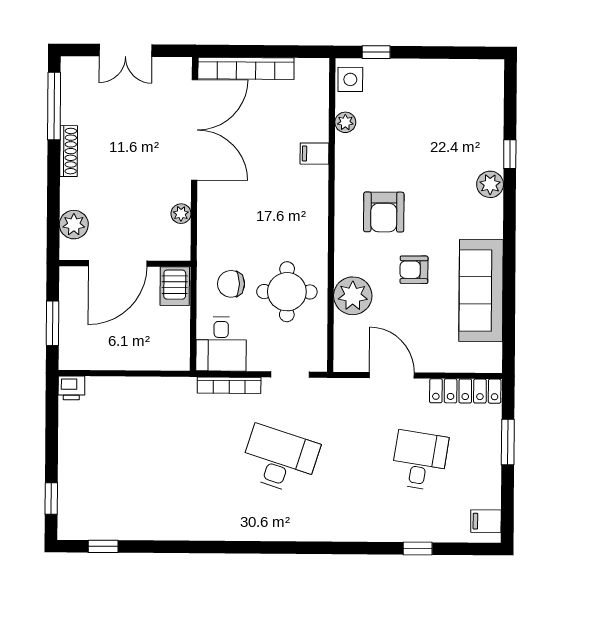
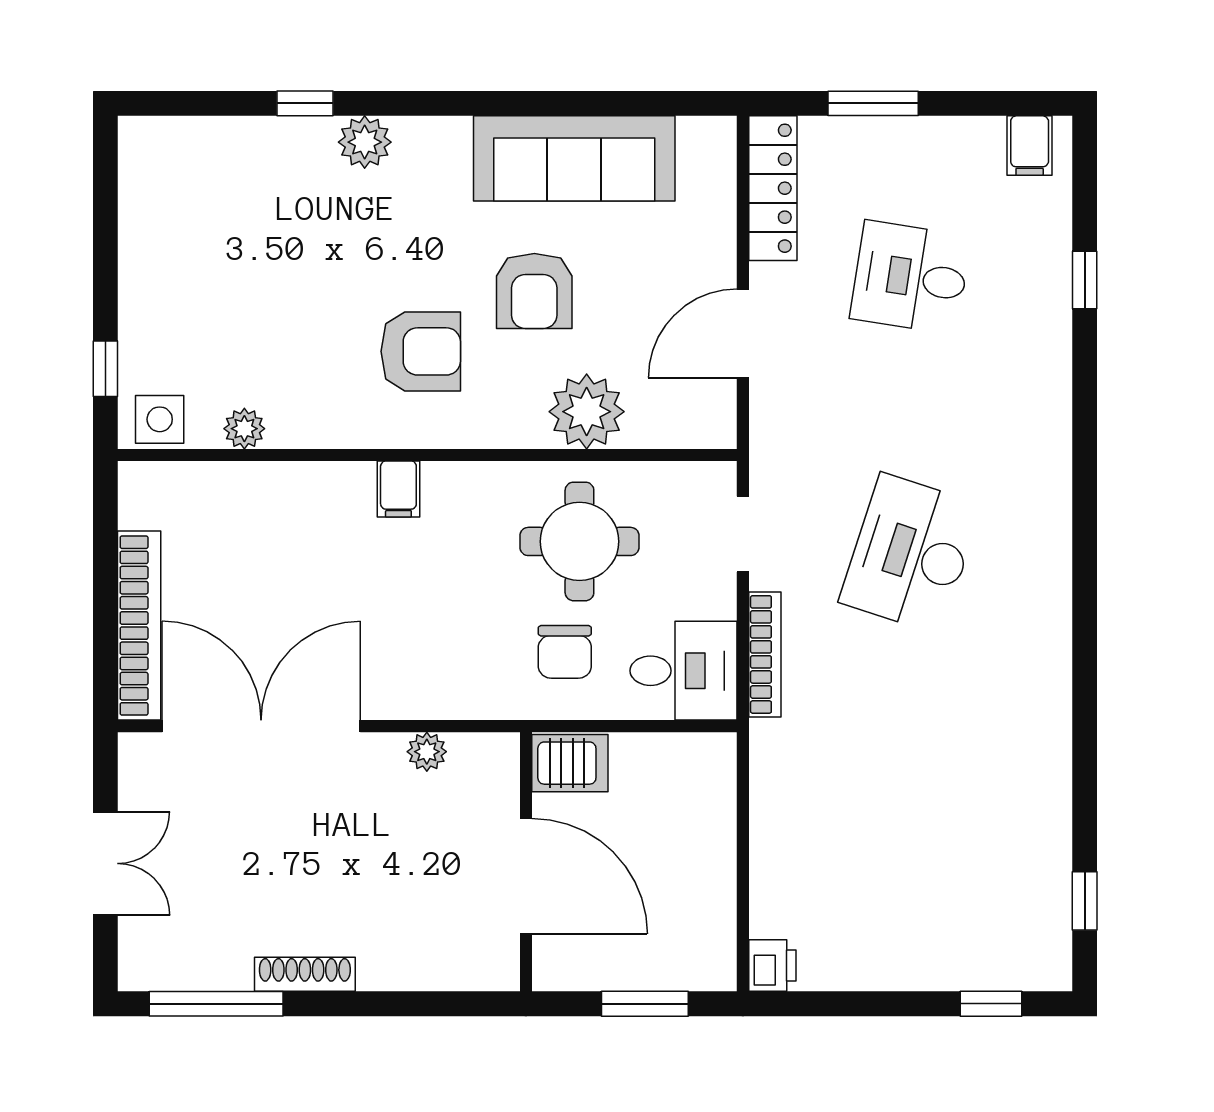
filing cabinet: (314, 154) -> (398, 489), moved
plant: (74, 225) -> (450, 963), removed
armchair: (414, 270) -> (534, 291), width x1.38, depth x1.38

